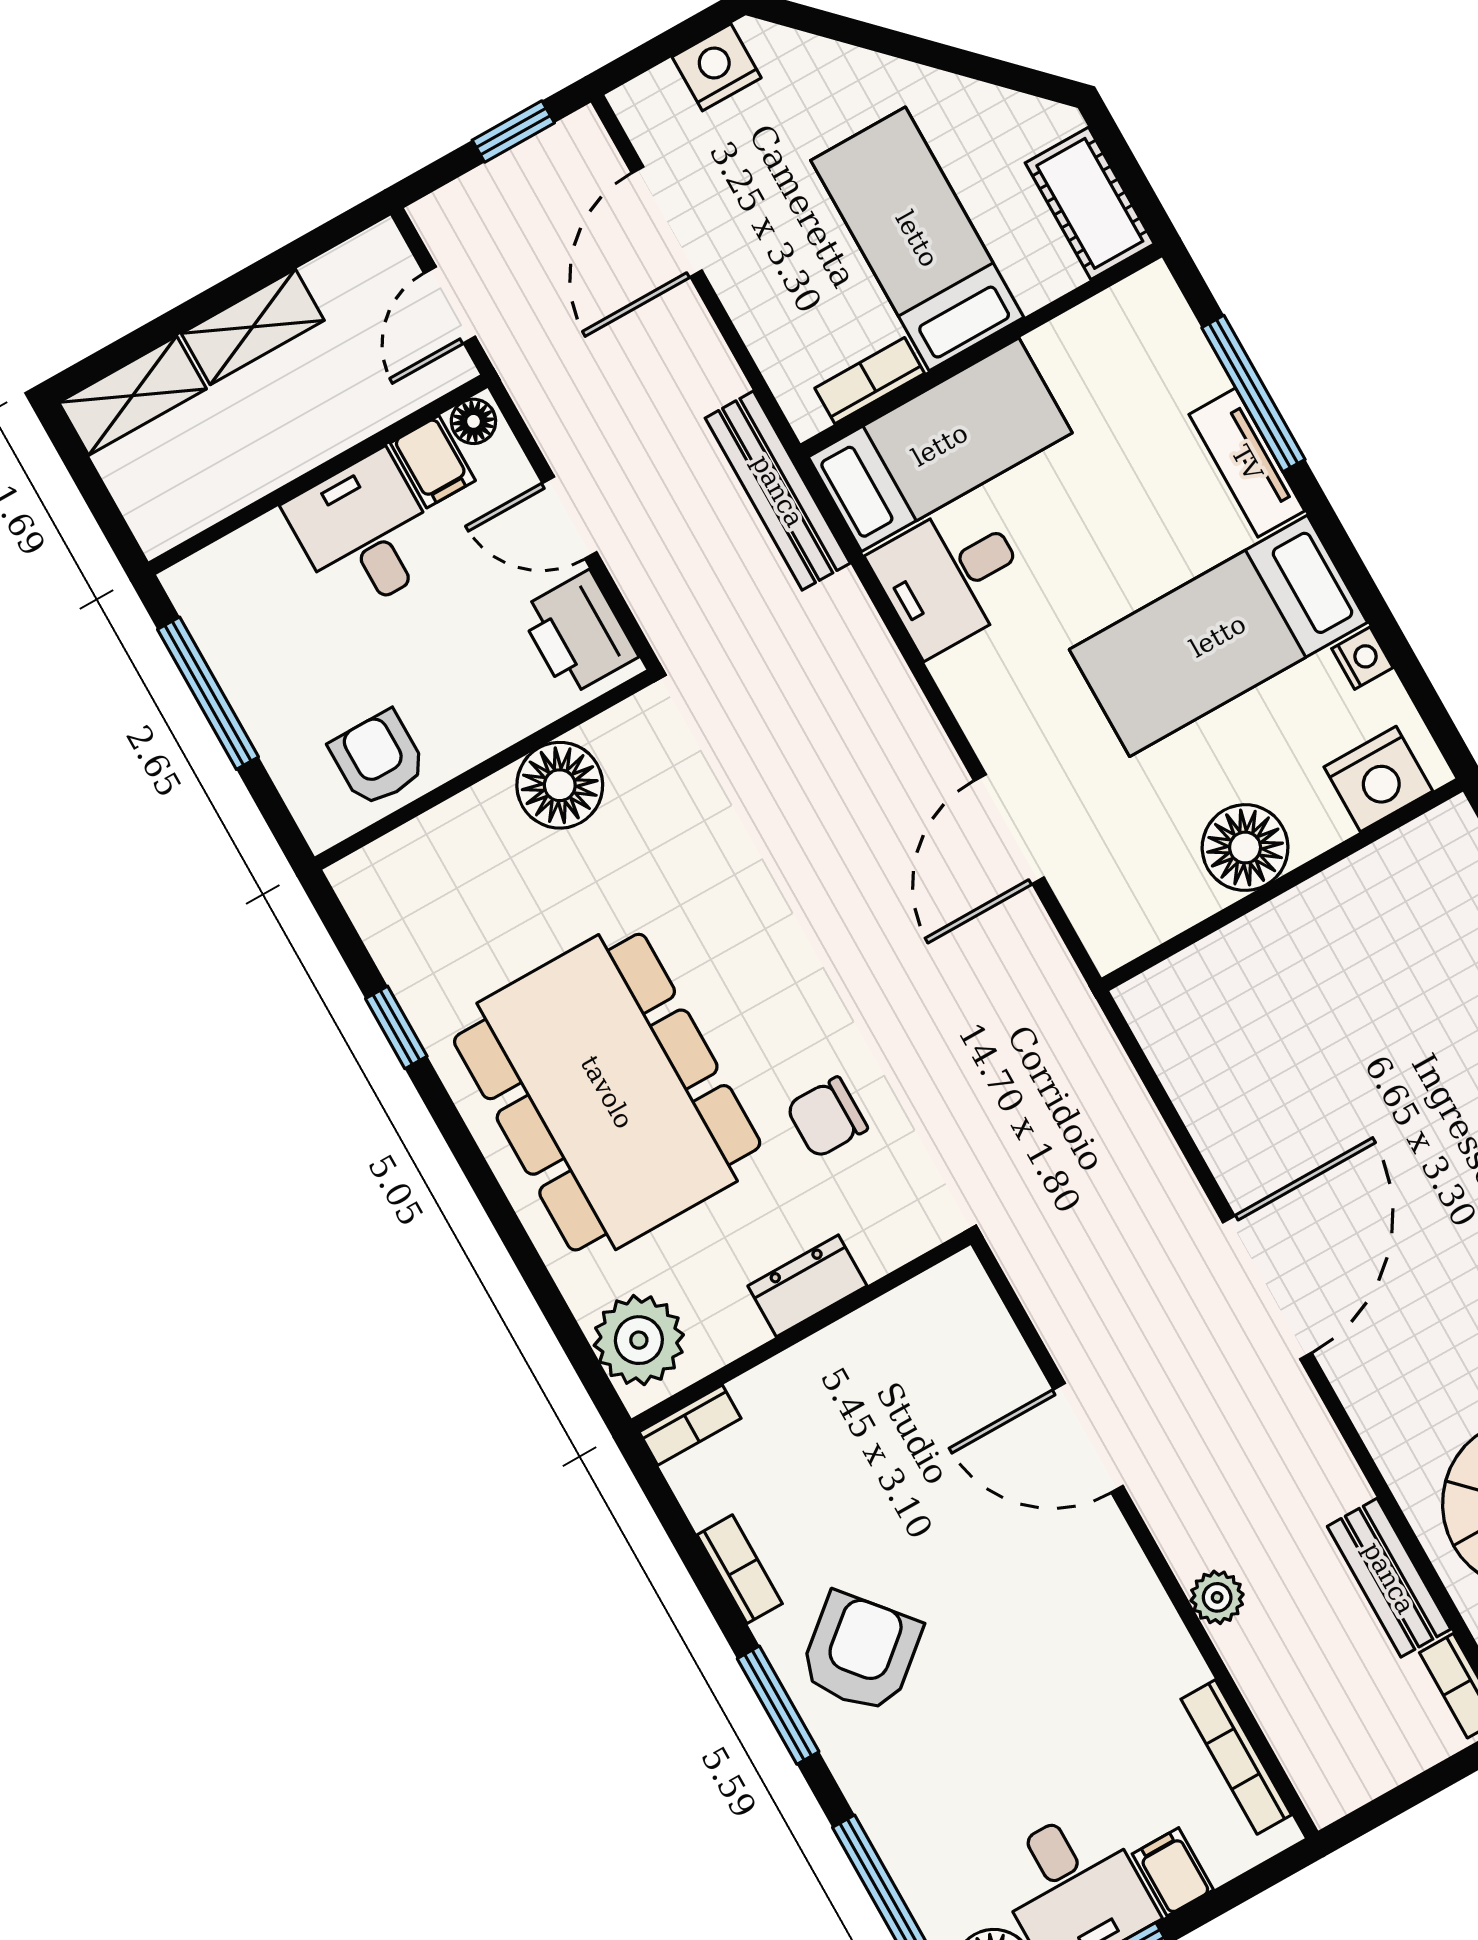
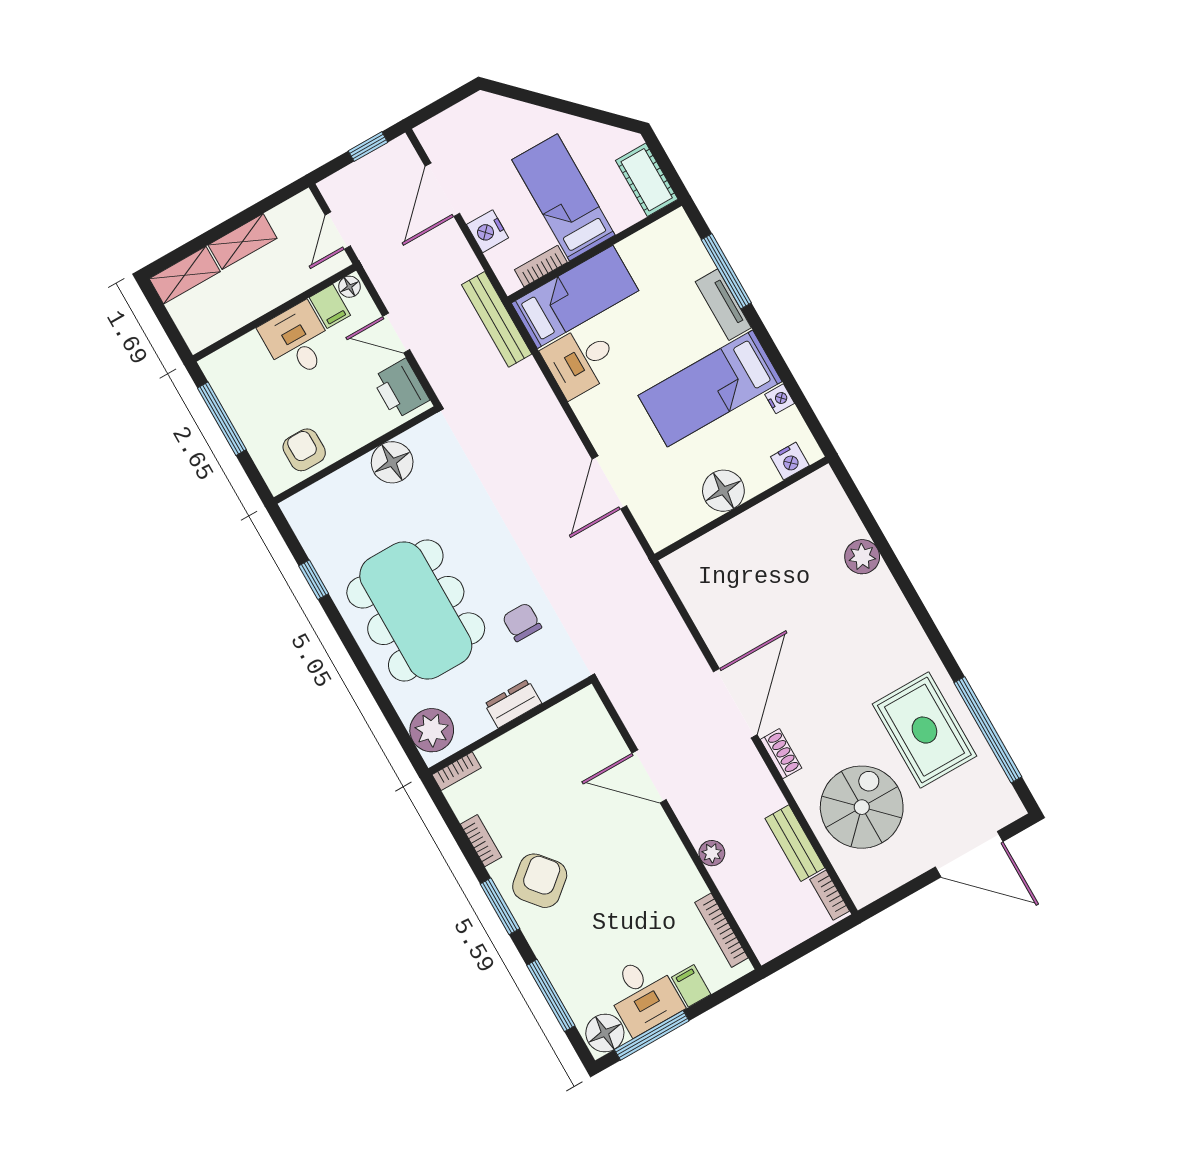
nightstand: (717, 67) -> (488, 231), moved, turned -90
nightstand: (1378, 779) -> (790, 461), width x0.74, depth x0.75
chair: (827, 1117) -> (522, 622), turned 90
shoe rack: (1362, 1392) -> (781, 754), added

